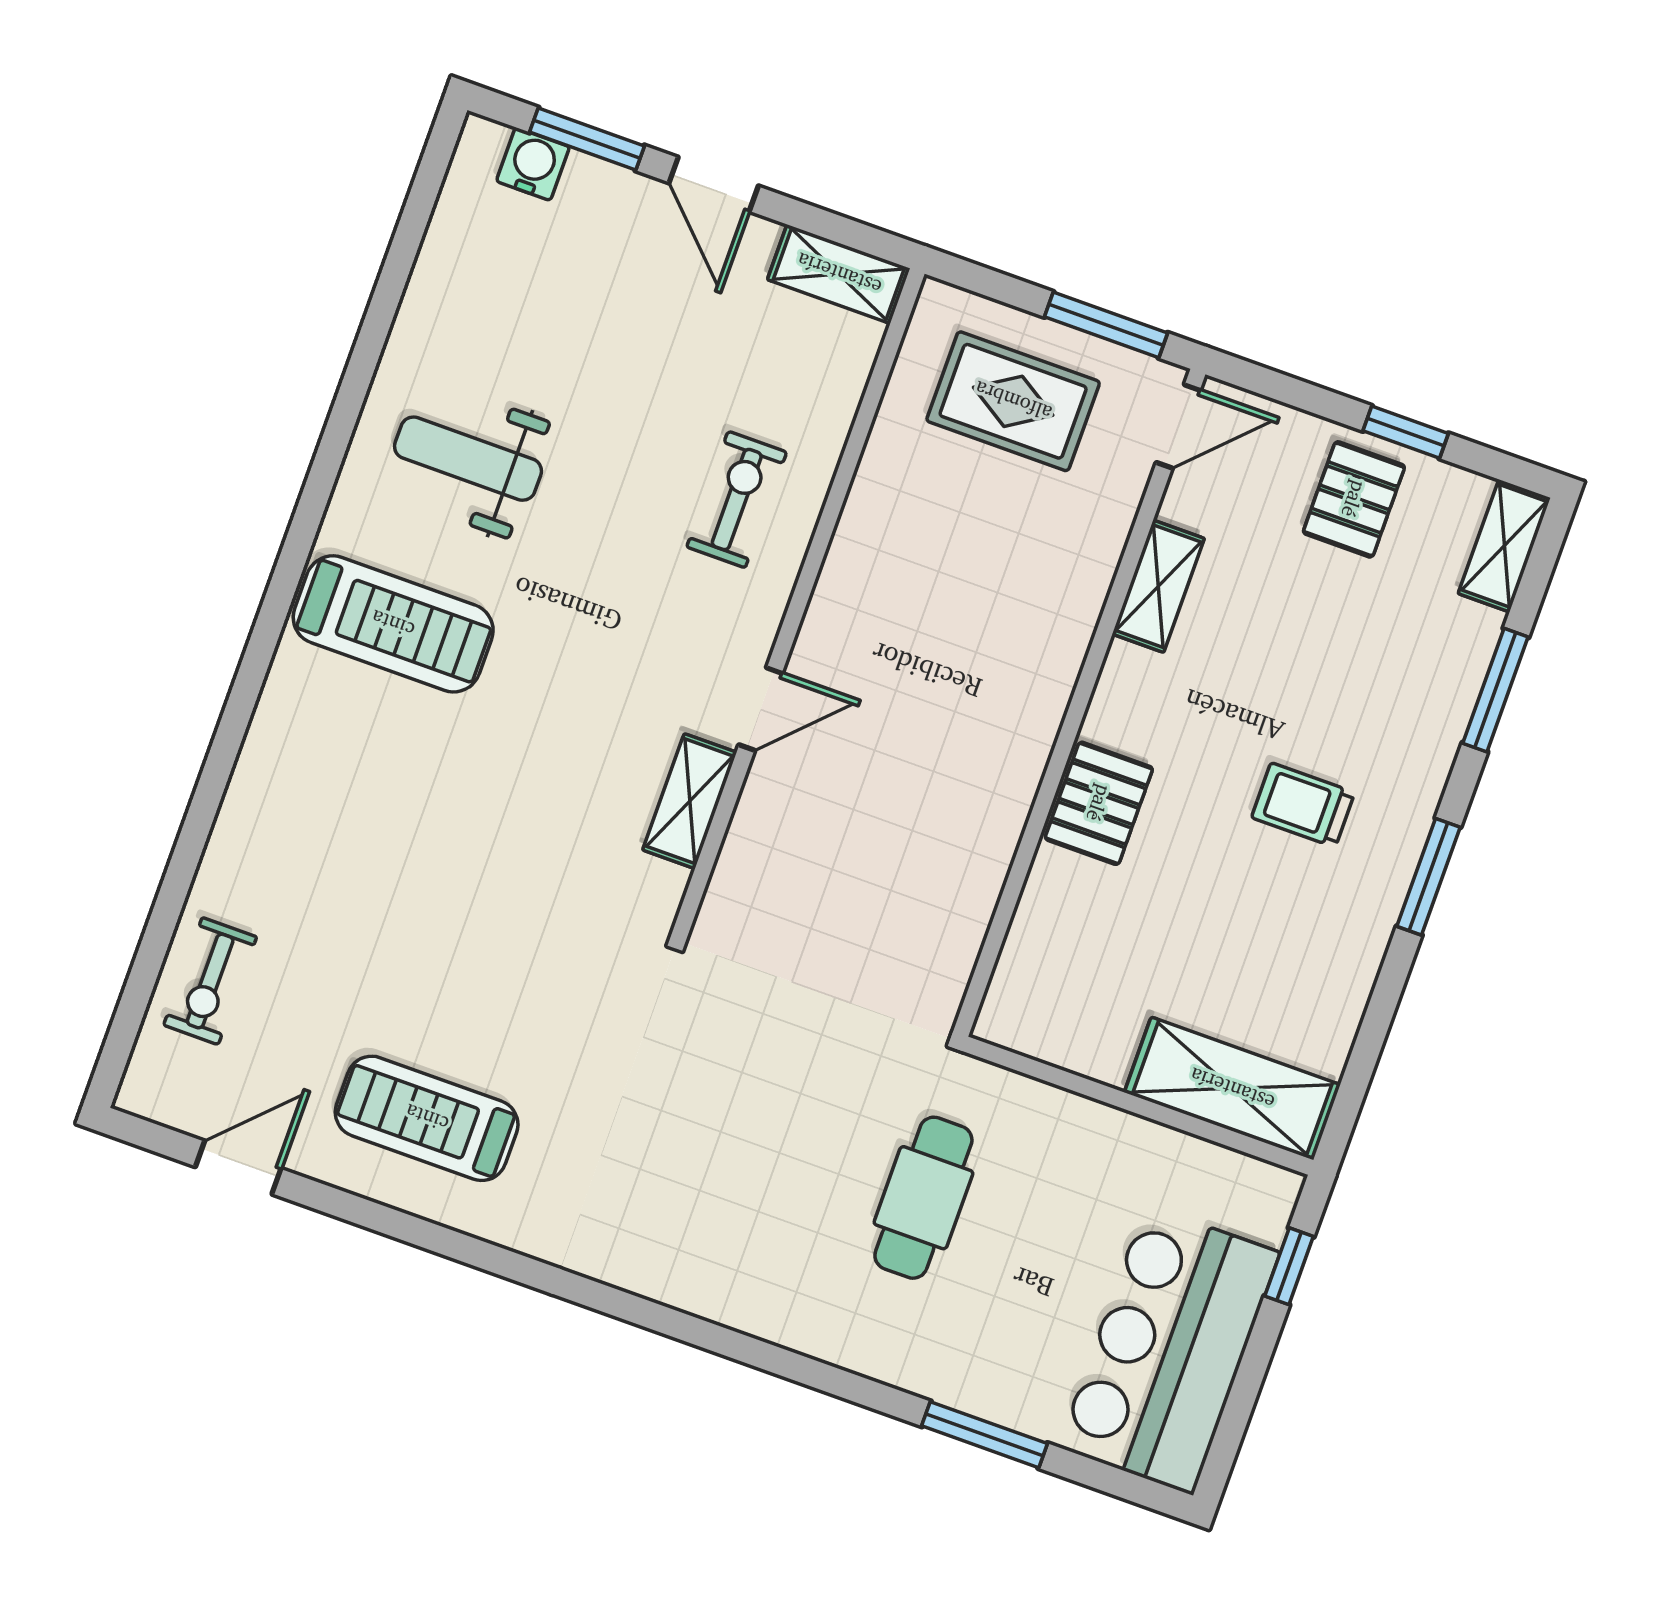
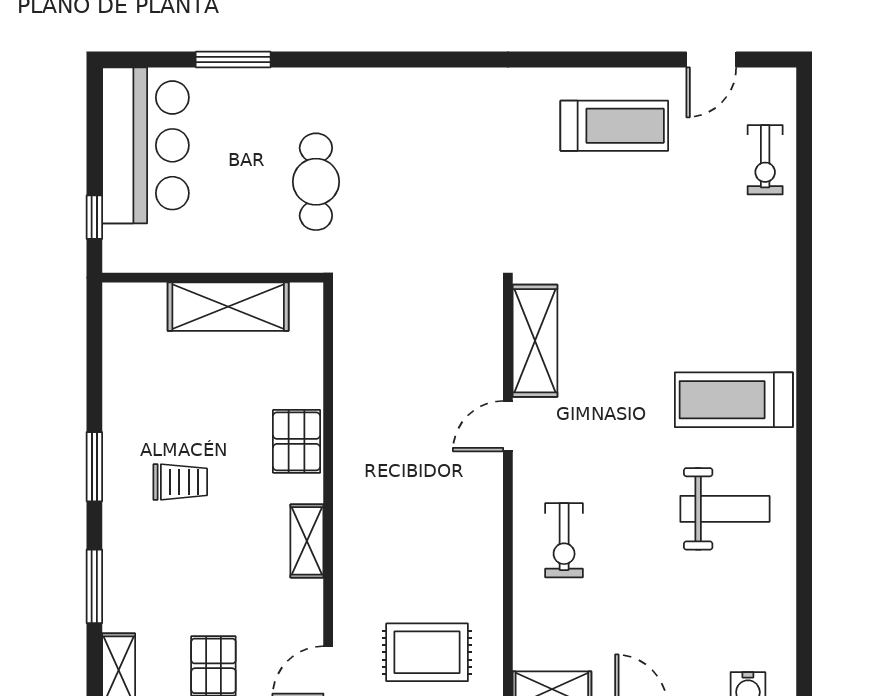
shelving: (1158, 586) -> (307, 541), moved
shelving: (690, 801) -> (535, 341), width x1.50, depth x1.33
exercise bike: (210, 981) -> (765, 160), turned 180
shelving: (1232, 1089) -> (228, 307), moved

